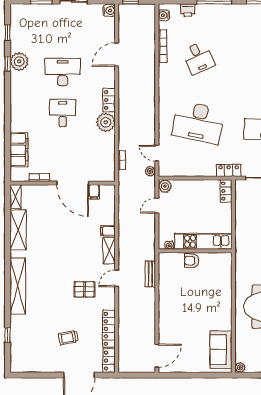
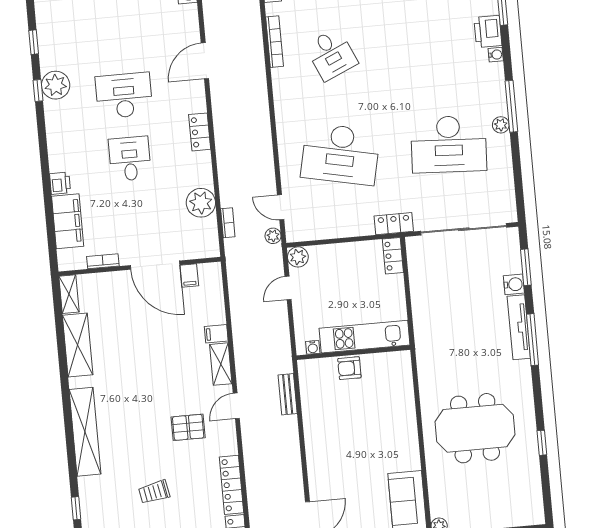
plant: (106, 122) -> (201, 203), moved
printer: (16, 125) -> (60, 183), added
trolley: (68, 338) -> (154, 492), moved

